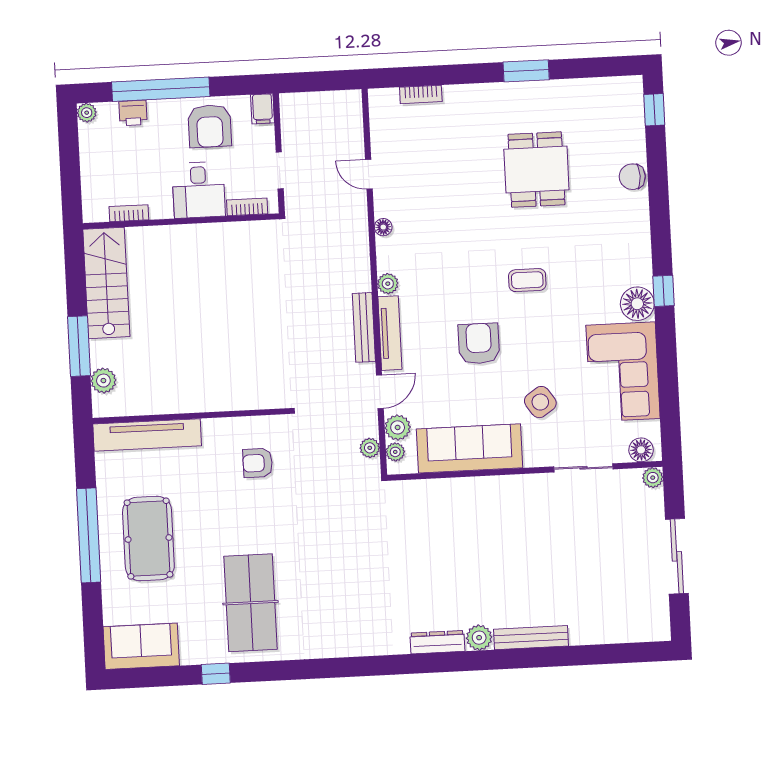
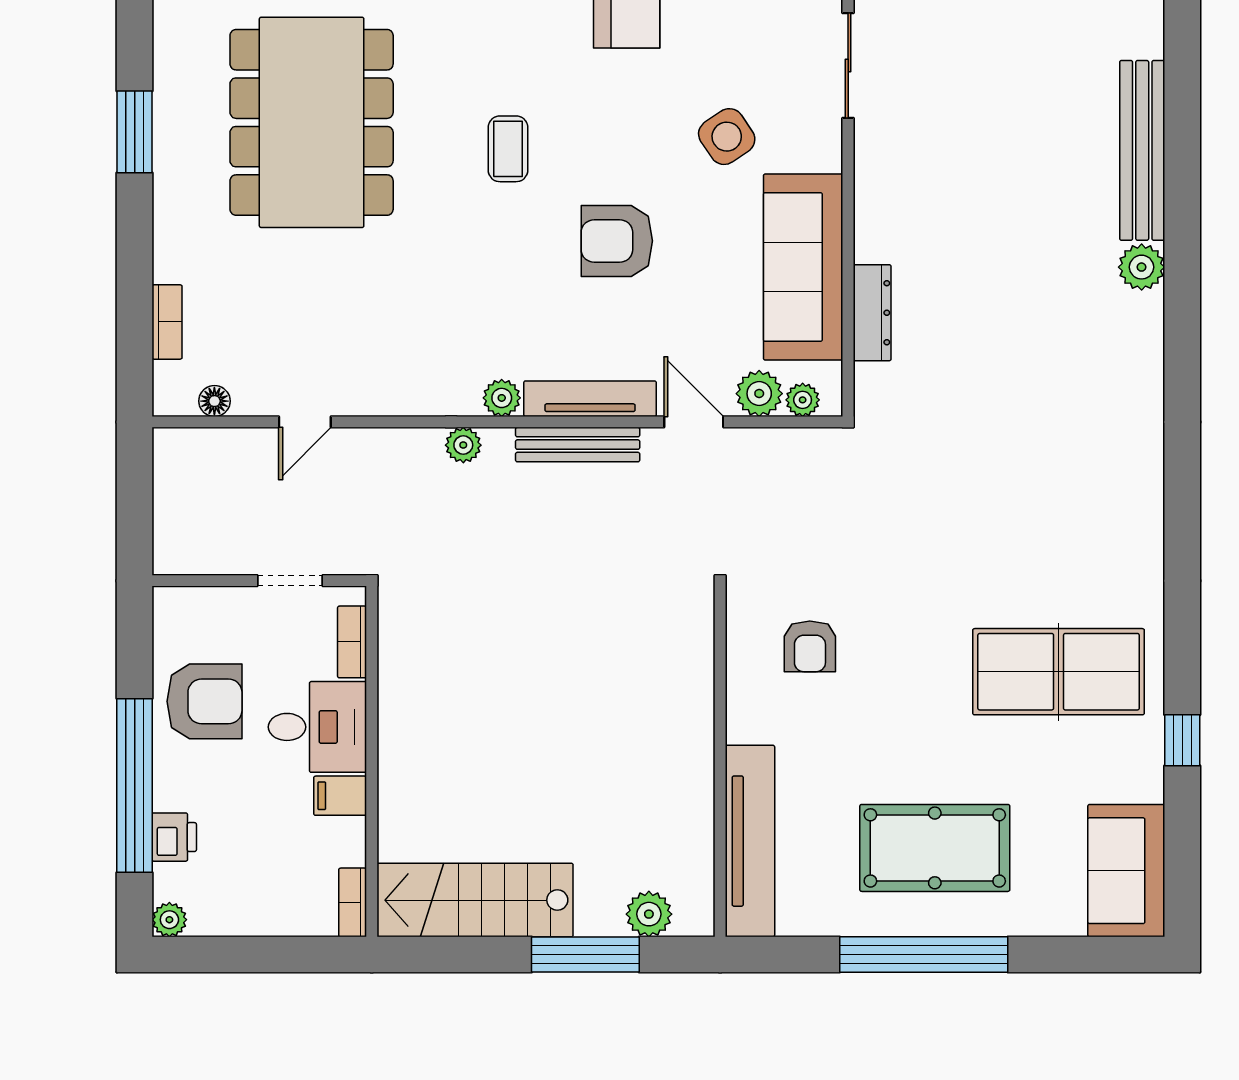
filing cabinet: (262, 109) -> (340, 796), moved, turned 180
dining table: (536, 170) -> (312, 122), width x1.88, depth x1.24
bookcase: (129, 213) -> (353, 902), moved
floor lamp: (383, 227) -> (214, 401), moved
plant: (370, 448) -> (463, 445), moved
bench: (531, 638) -> (1142, 150), width x1.37, depth x1.21
dresser: (437, 642) -> (872, 313), moved, turned 180

